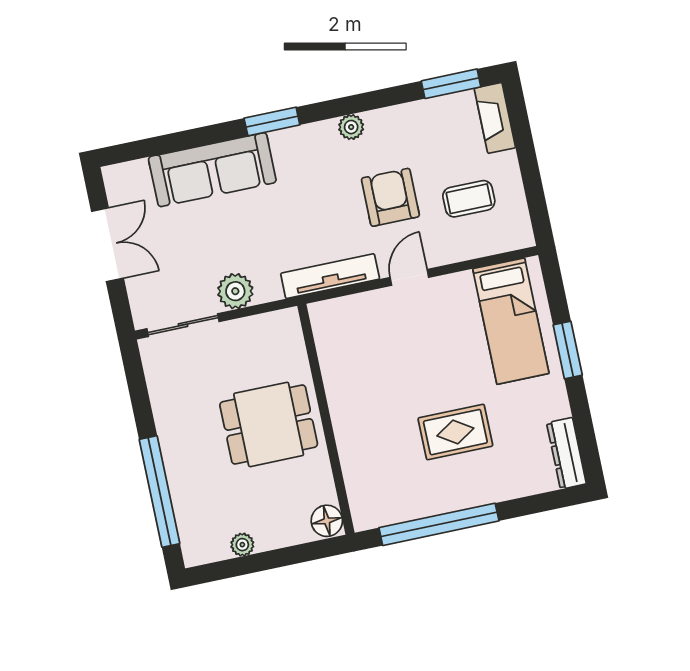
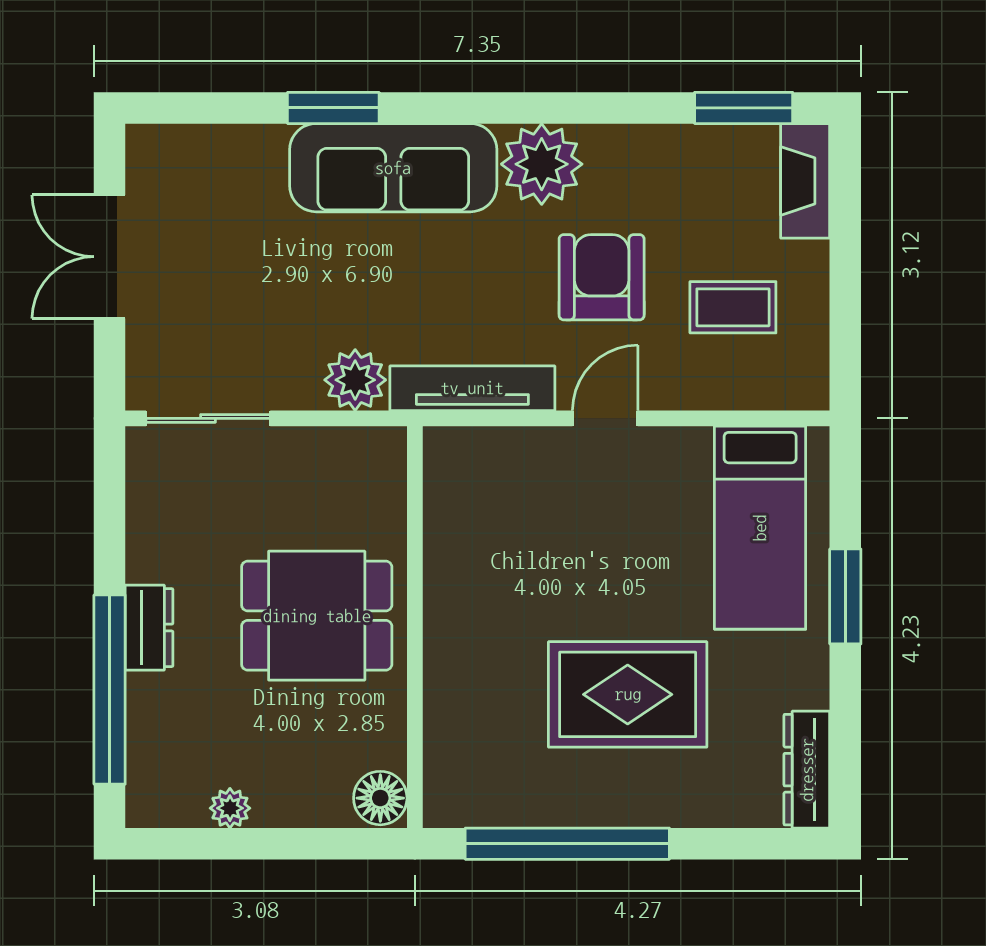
window: (272, 122) -> (333, 108), moved
plant: (351, 127) -> (542, 164), width x1.87, depth x1.87
sofa: (212, 170) -> (393, 168), moved
double door: (107, 245) -> (110, 257), swing flipped
plant: (235, 291) -> (355, 380), moved
rug: (455, 432) -> (628, 694), width x1.36, depth x1.43
dresser: (175, 451) -> (149, 628), added

